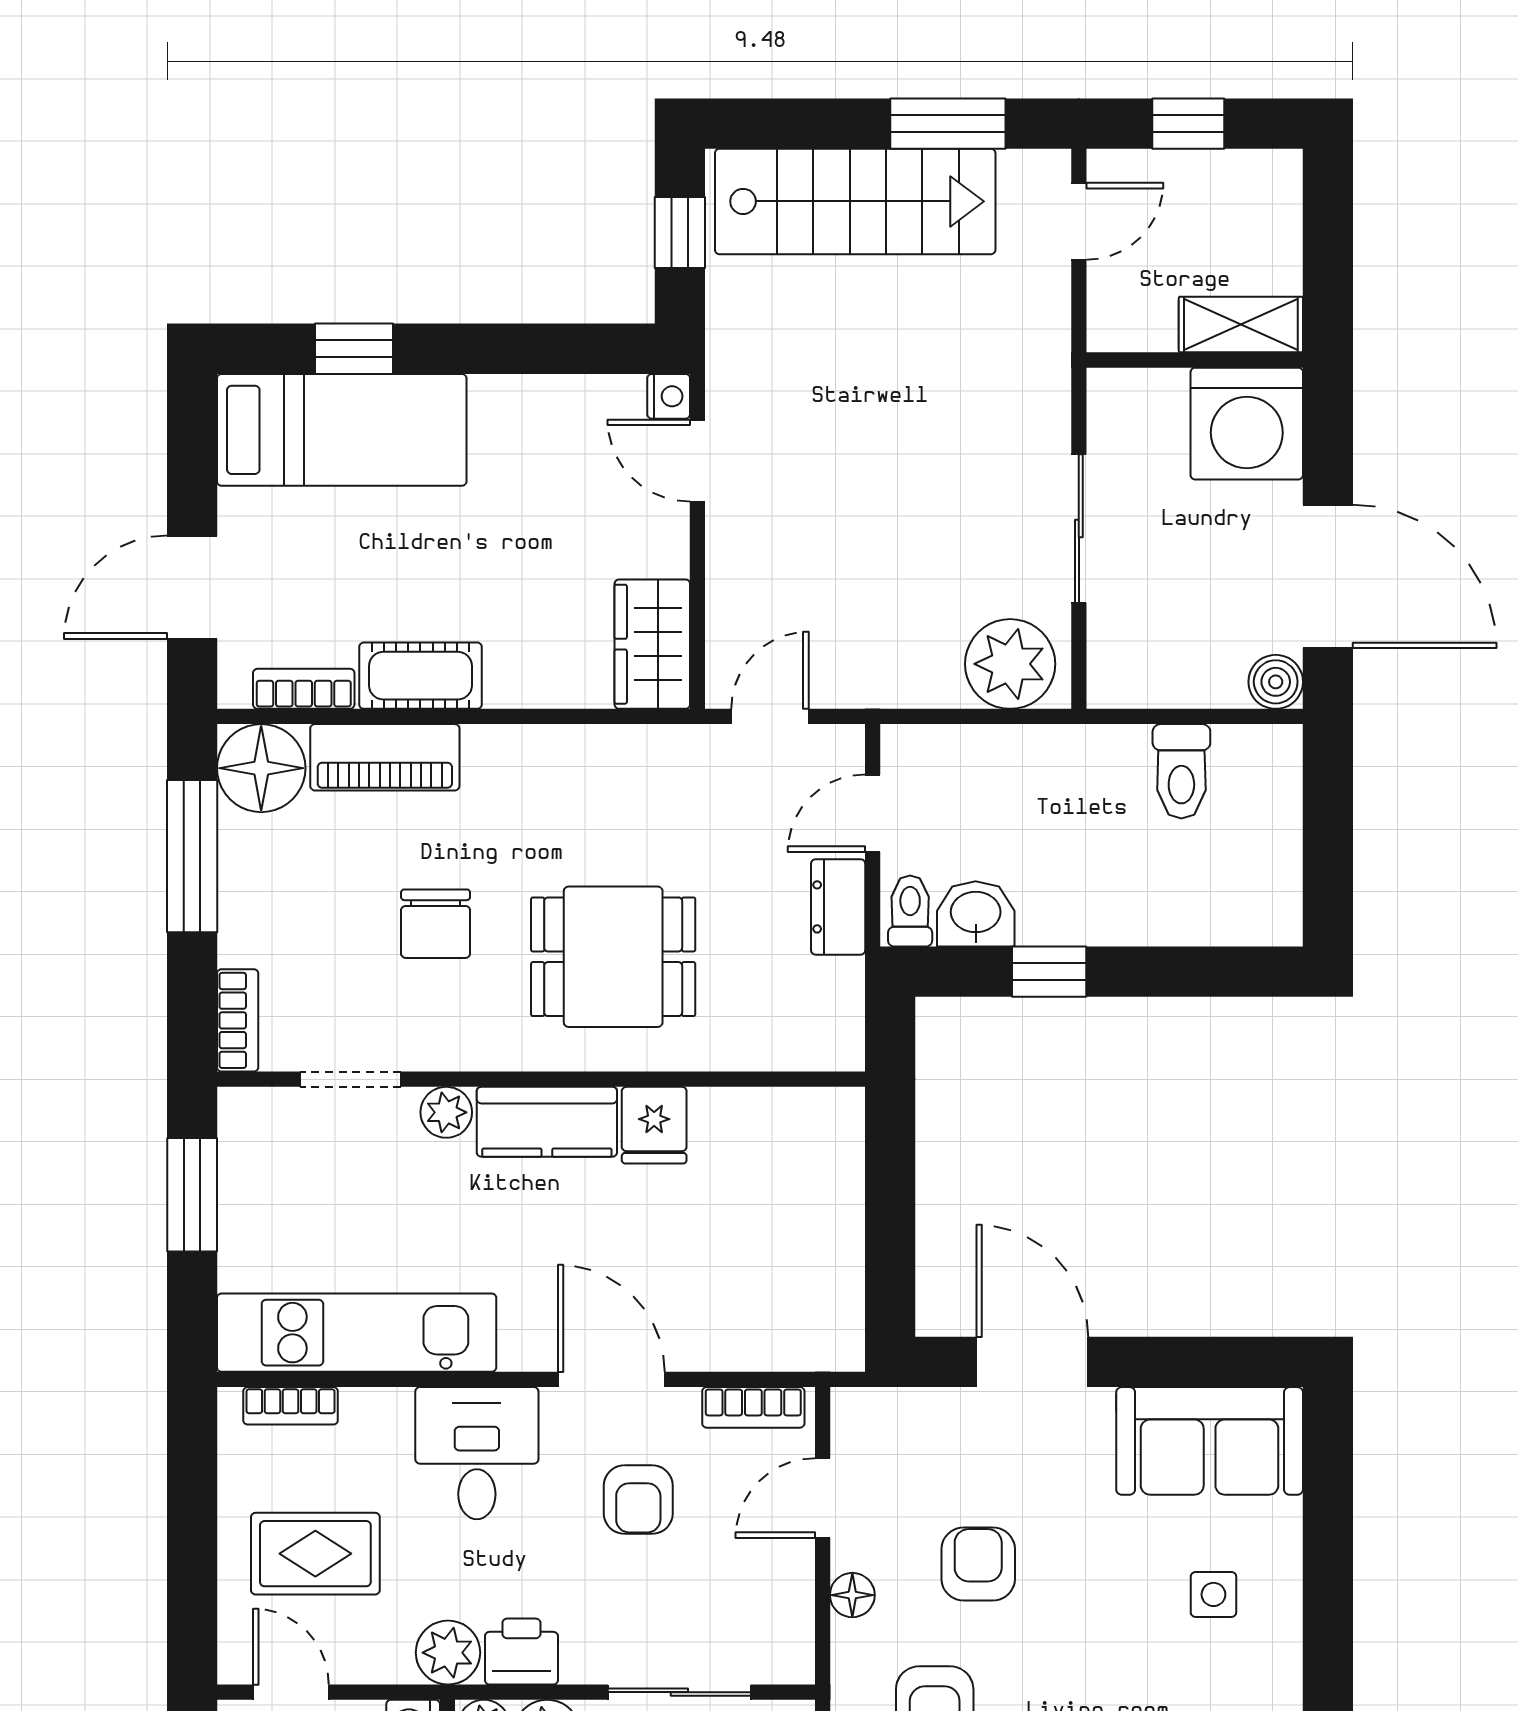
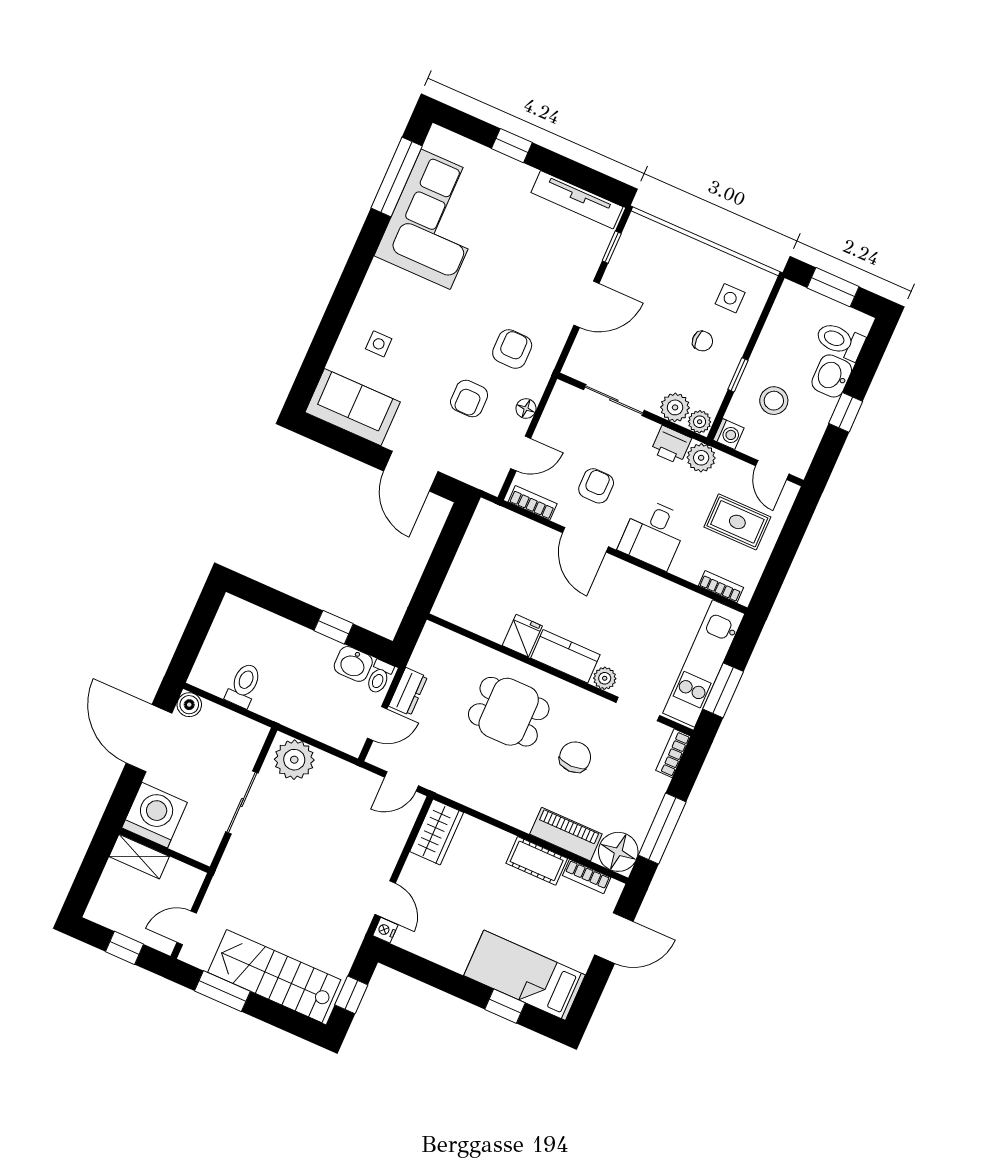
kitchen unit: (357, 1333) -> (704, 663), moved, turned 90

